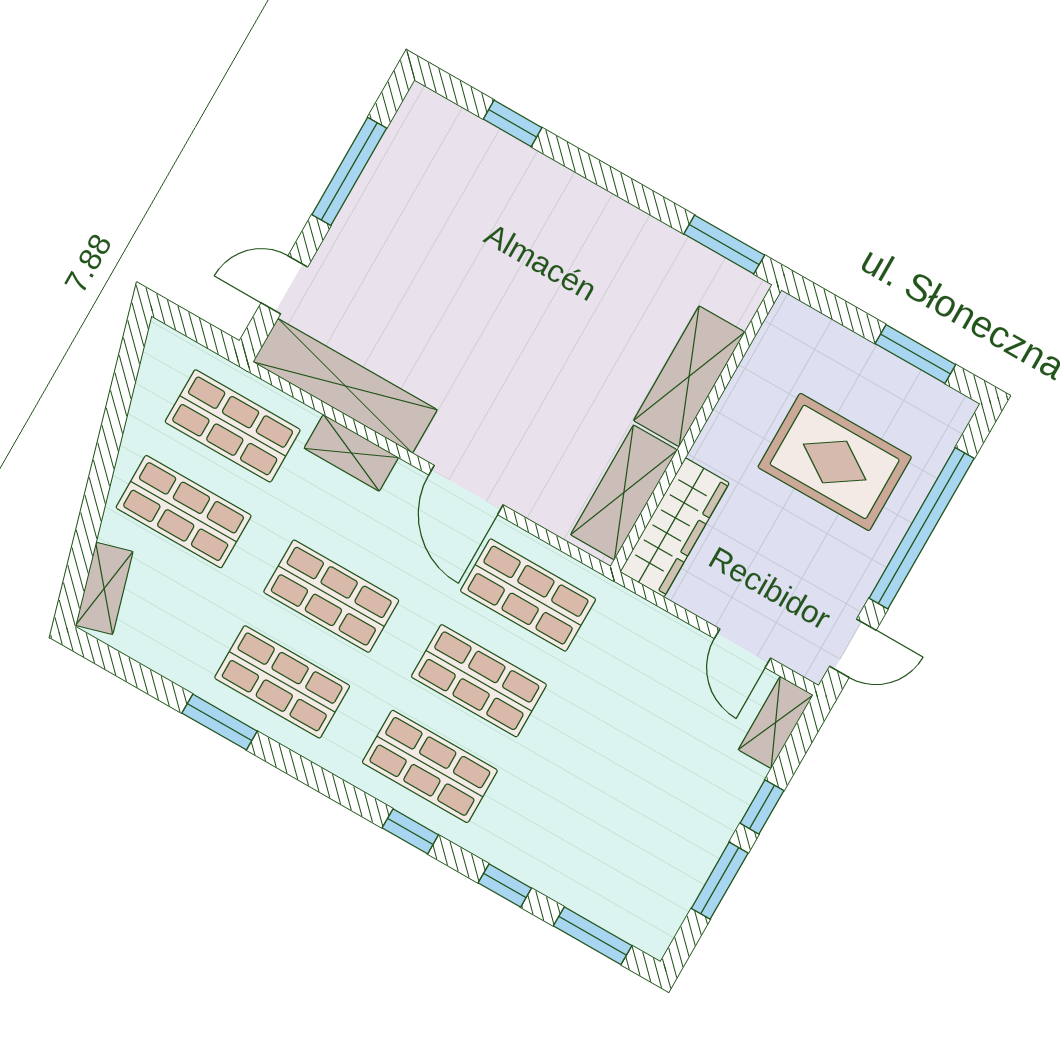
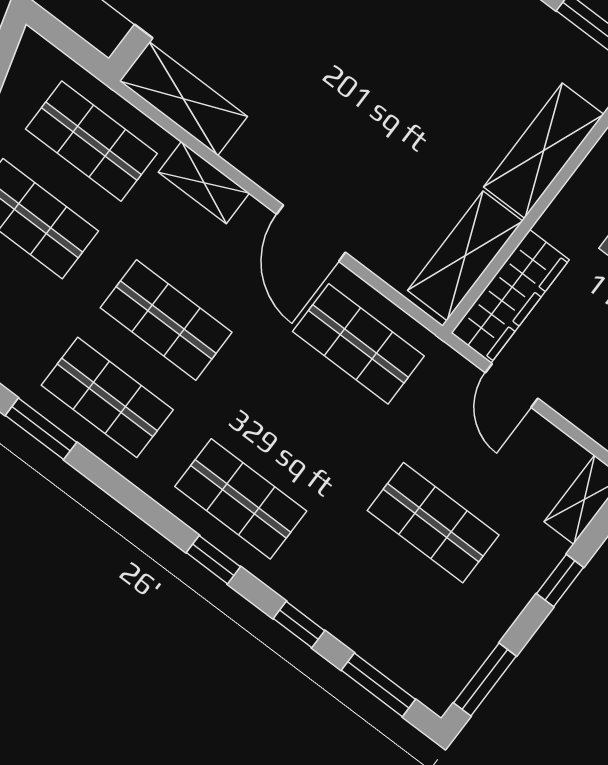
shelving: (345, 386) -> (183, 99), width x0.68
door: (742, 648) -> (512, 385), moved
shop shelf: (479, 681) -> (433, 523), moved
window: (720, 881) -> (485, 679), moved

